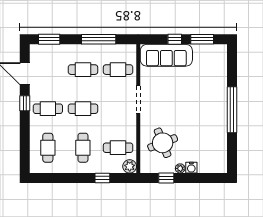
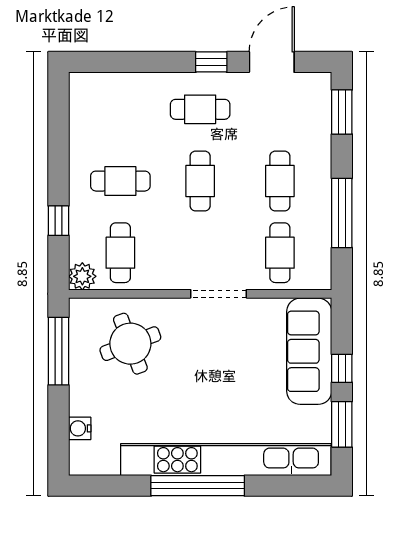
kitchen unit: (219, 96) -> (226, 460), added
cafe table: (48, 109) -> (200, 109), turned 90
cafe table: (48, 148) -> (120, 109), removed
plant: (180, 168) -> (78, 380), removed
water cooler: (191, 168) -> (80, 428), moved
window: (166, 178) -> (58, 351), width x2.17

